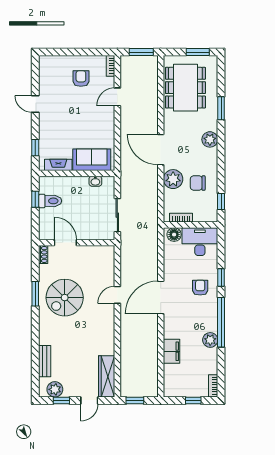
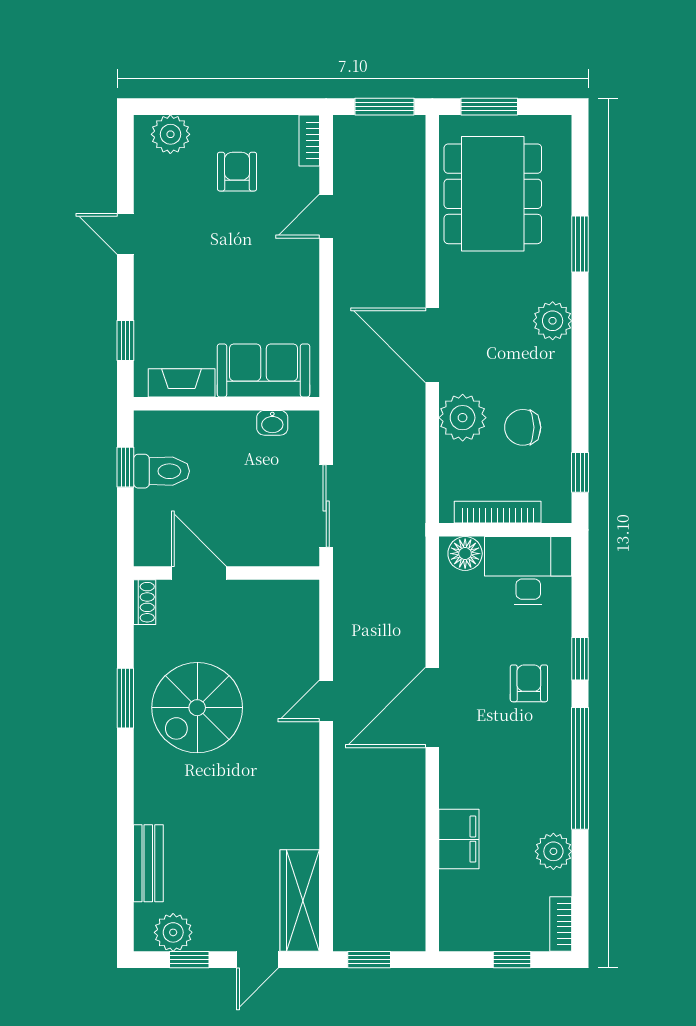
window: (198, 52) -> (489, 107), moved
plant: (54, 63) -> (170, 134), added
bookcase: (181, 218) -> (498, 512), width x1.56
plant: (210, 340) -> (553, 851), moved

